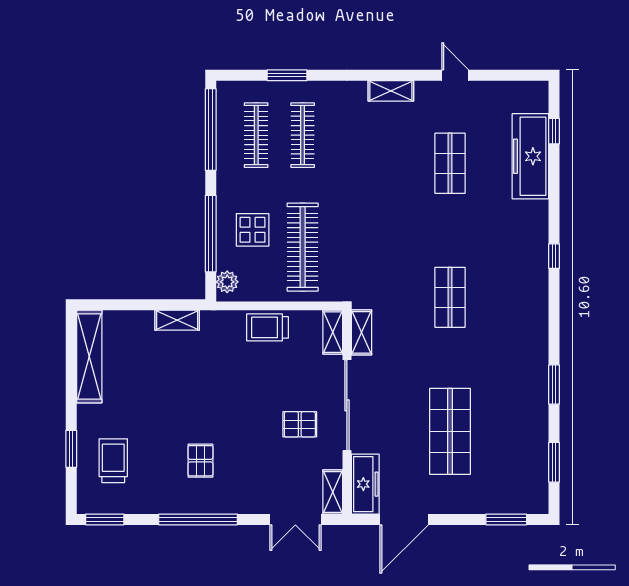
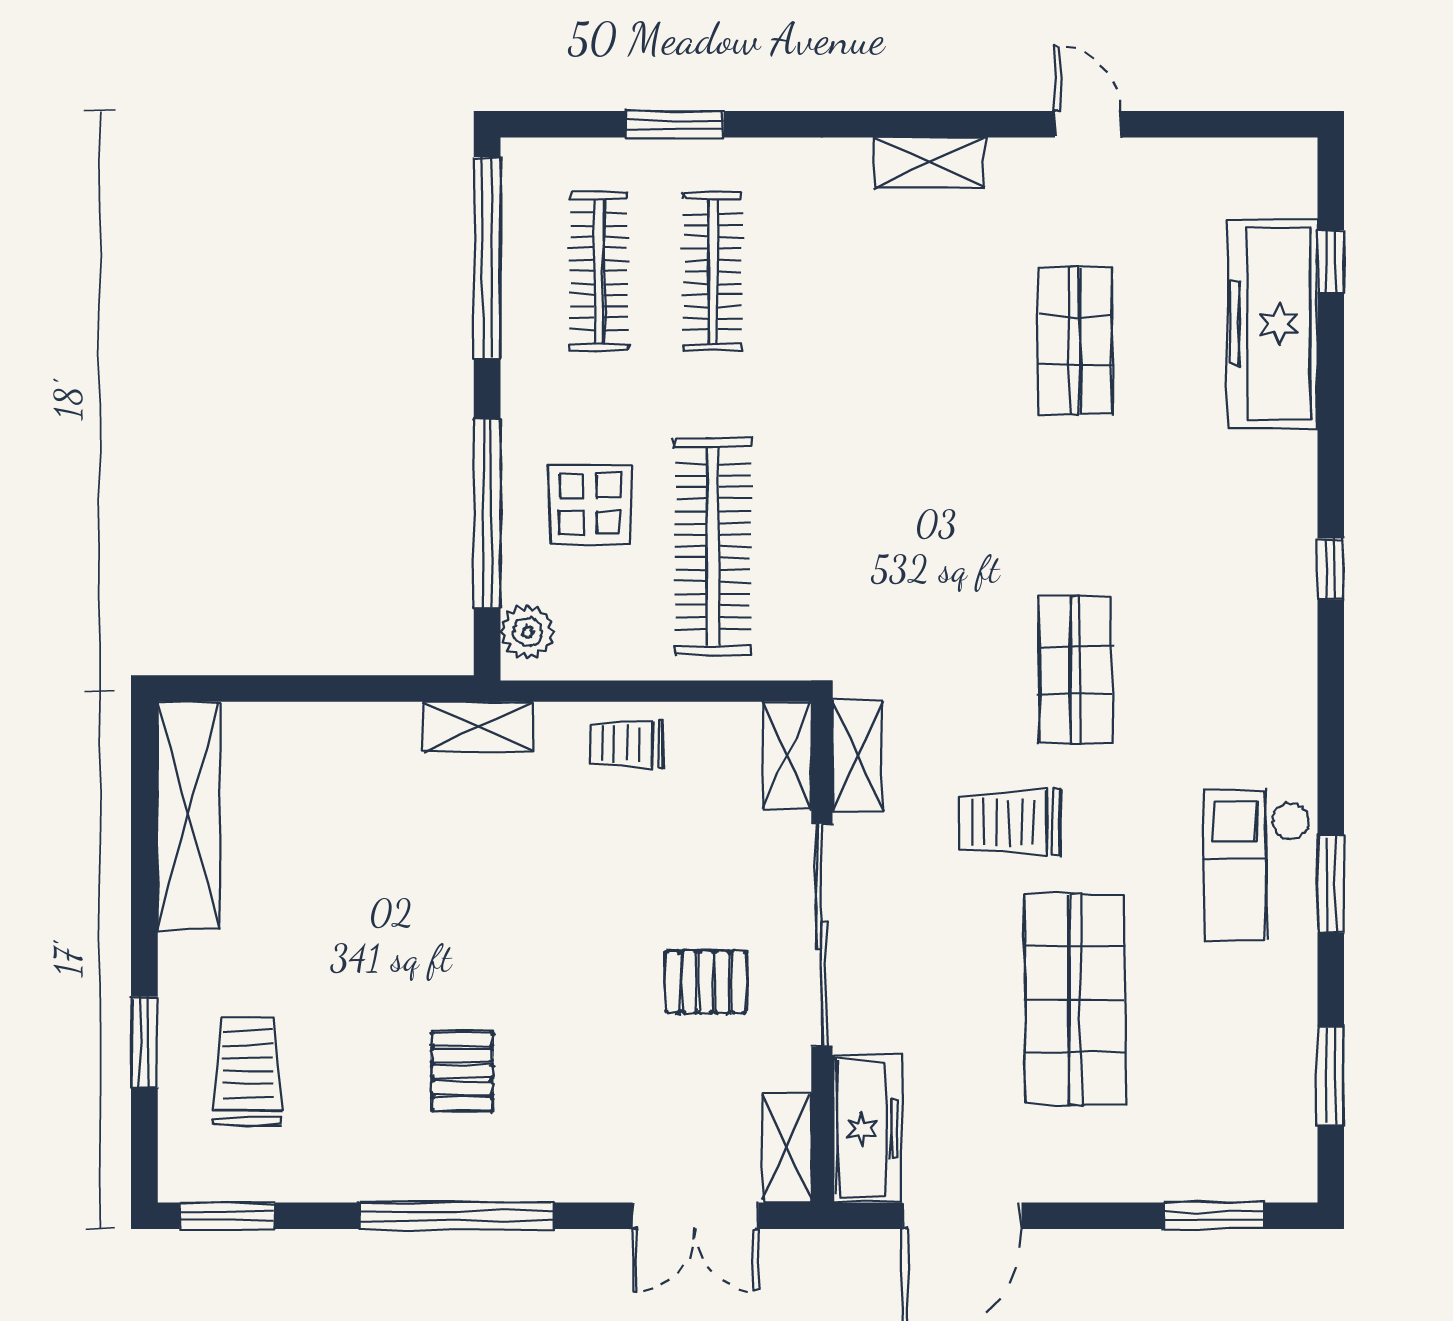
shelving: (177, 320) -> (478, 726), moved
trolley: (267, 327) -> (627, 744), width x0.73, depth x0.72
trolley: (423, 359) -> (1010, 822), added
checkout: (524, 377) -> (1257, 865), added

